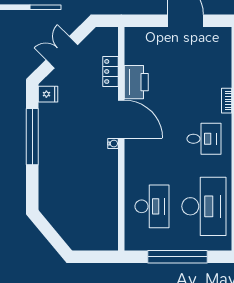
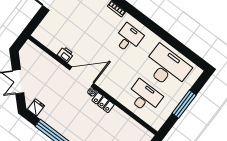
locker: (111, 71) -> (103, 103), moved
printer: (136, 82) -> (65, 54), width x0.53, depth x0.68
window: (178, 257) -> (184, 104), width x0.68

